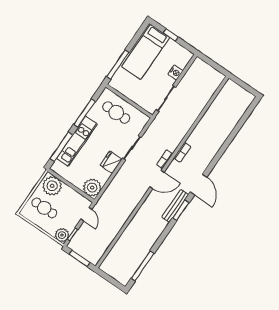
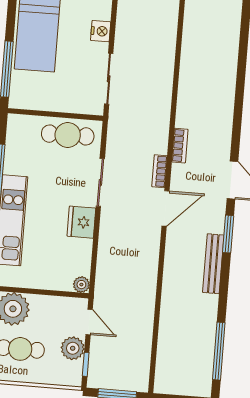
cafe table: (116, 113) -> (68, 135), moved
plant: (92, 188) -> (81, 285), width x0.53, depth x0.53
bench: (175, 206) -> (213, 264), moved
plant: (62, 235) -> (73, 348), moved

